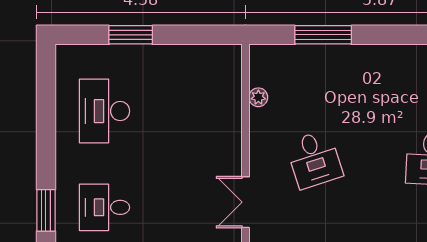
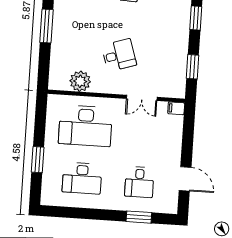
window: (323, 35) -> (47, 26), moved
plant: (258, 97) -> (80, 81), width x1.87, depth x1.87
desk: (193, 111) -> (85, 126), added

